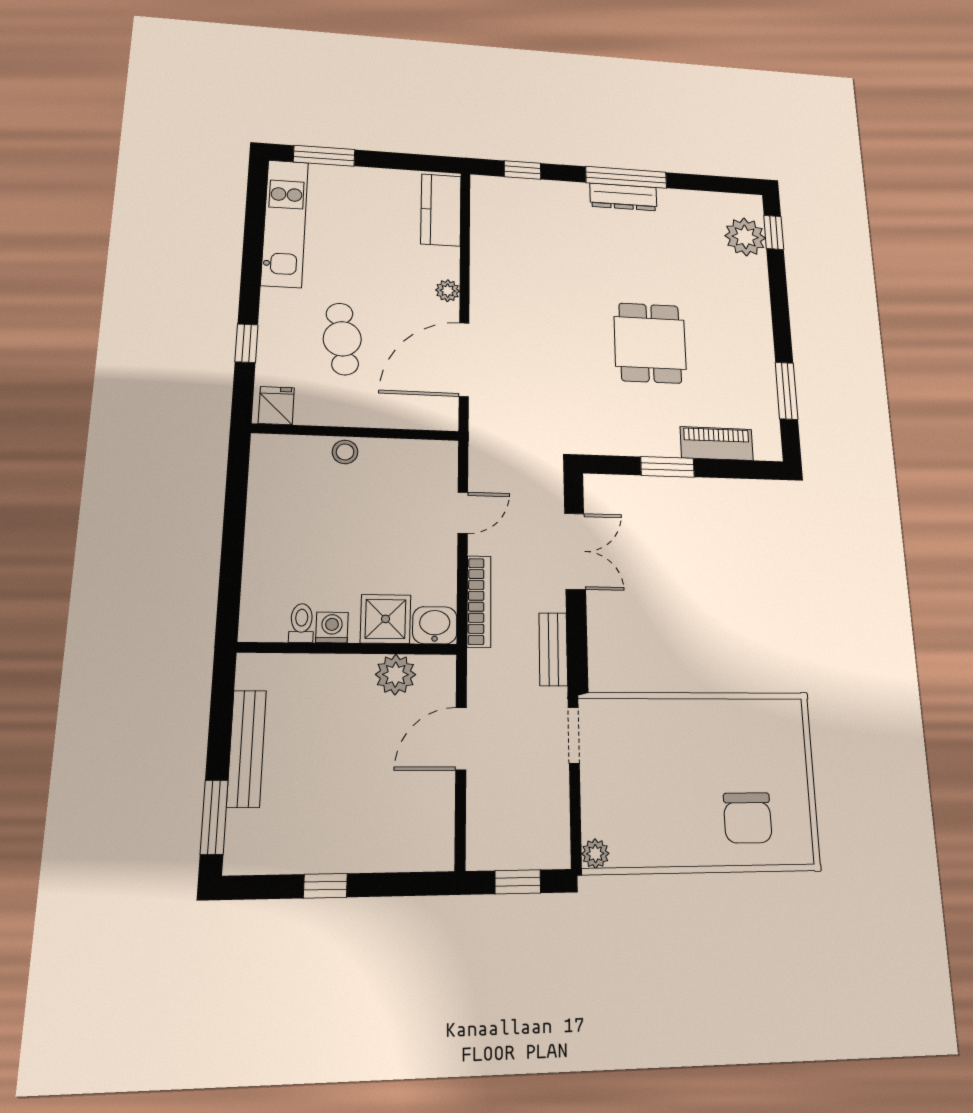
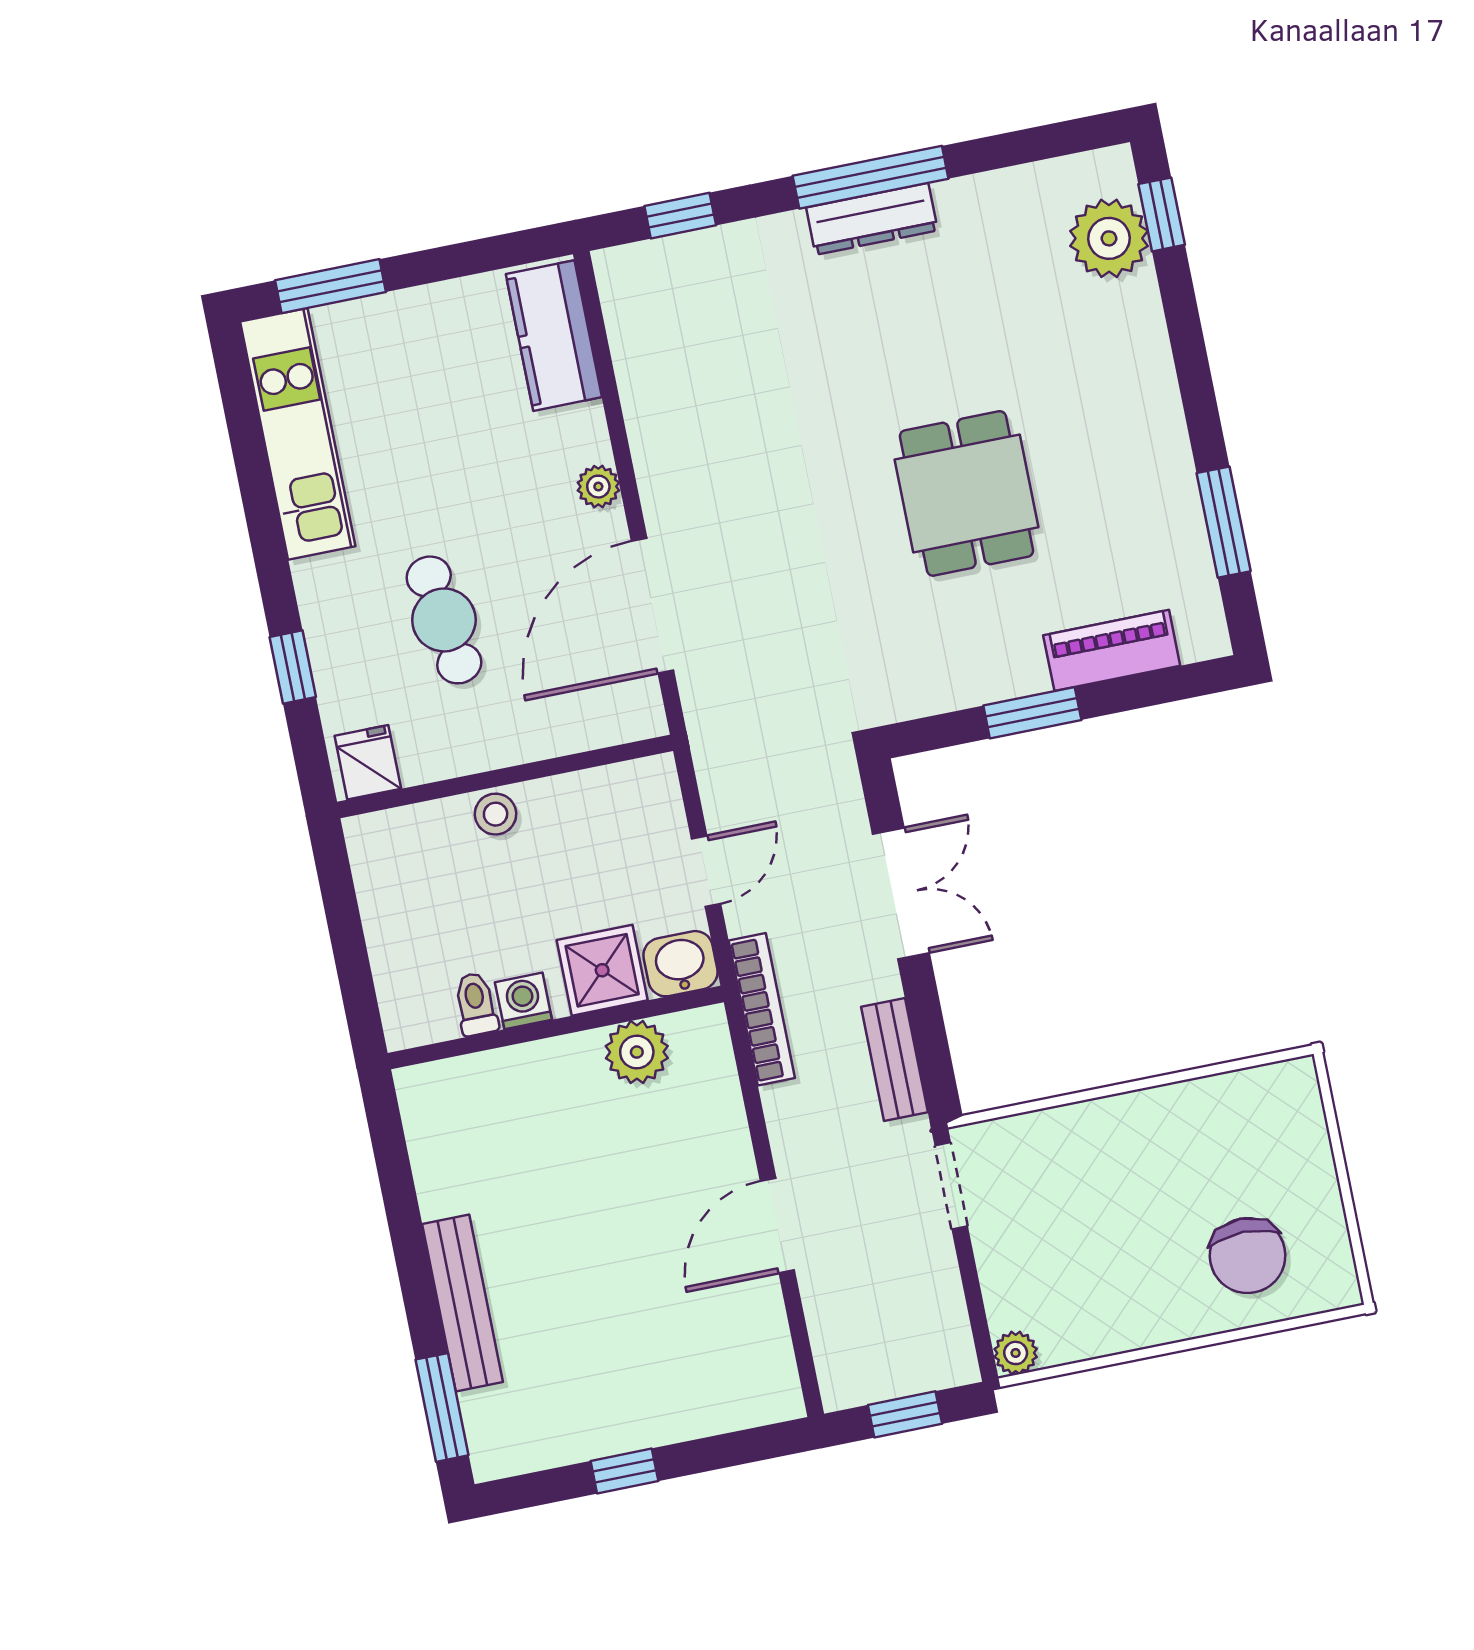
shower: (386, 619) -> (602, 970), moved
toilet: (301, 623) -> (476, 1004), moved
washbasin: (435, 625) -> (680, 964), moved
washing machine: (332, 627) -> (523, 1001), moved
wall: (348, 648) -> (556, 1028), moved
plant: (395, 675) -> (637, 1052), moved

